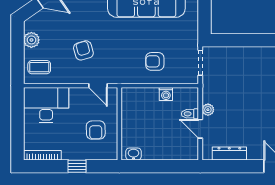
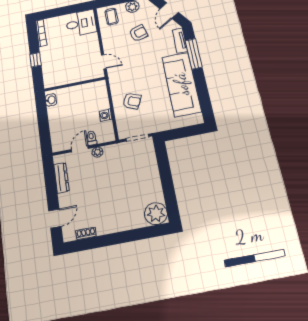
armchair: (83, 50) -> (138, 33), moved
armchair: (155, 61) -> (132, 101), turned 114
door: (98, 86) -> (104, 62), swing flipped
desk: (46, 105) -> (81, 23), width x0.73
armchair: (96, 130) -> (67, 67), removed

